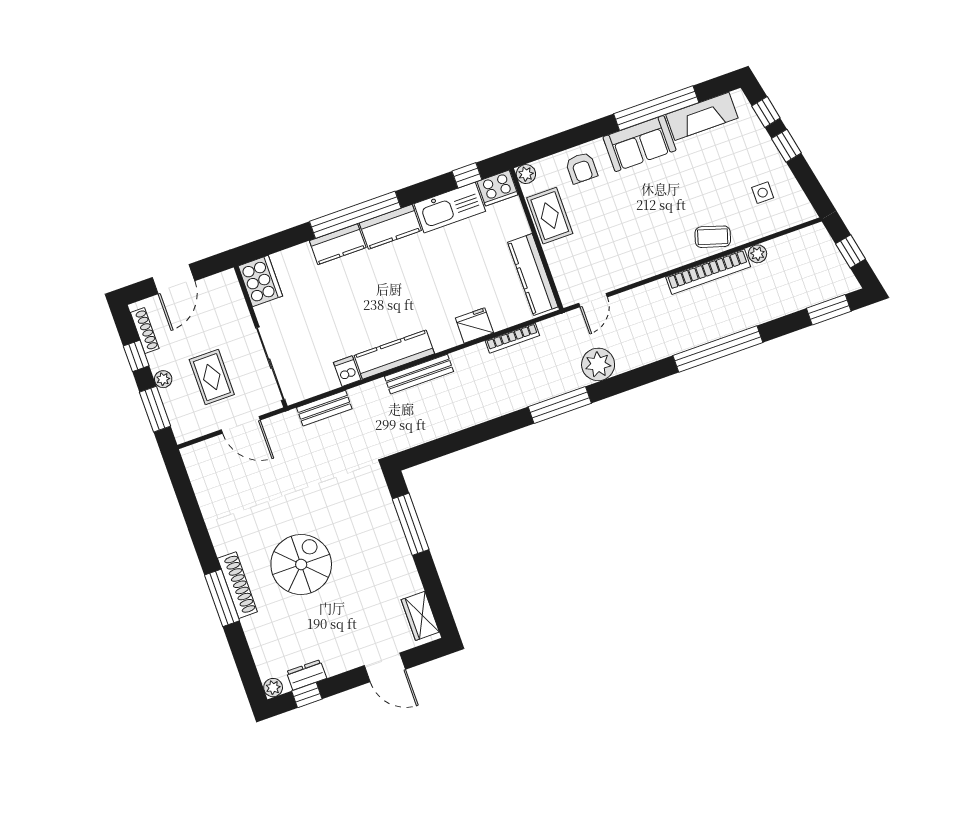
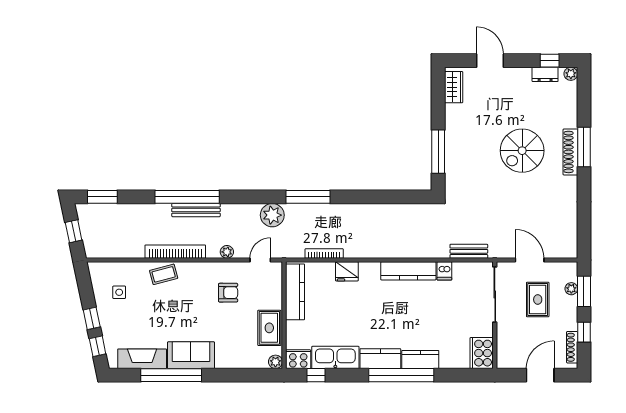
armchair: (581, 168) -> (228, 293), moved, turned 90
coffee table: (713, 237) -> (164, 274), turned -32
plant: (758, 254) -> (227, 252), moved
bench: (419, 374) -> (196, 210), moved
plant: (163, 379) -> (571, 289), moved

